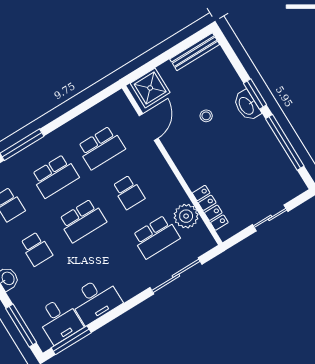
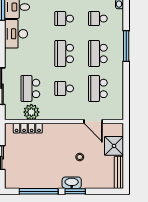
shower: (150, 88) -> (114, 146), moved

